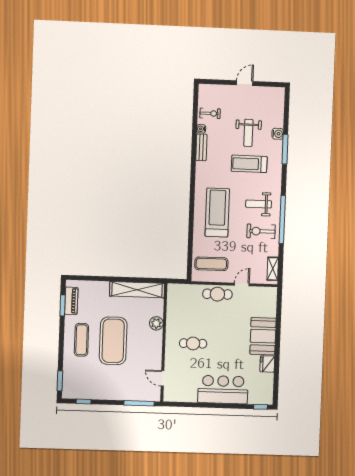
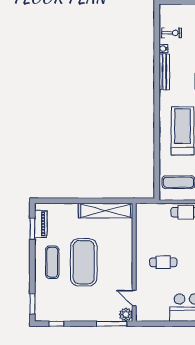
bench: (201, 147) -> (164, 72), width x1.36
plant: (156, 323) -> (126, 315), moved

